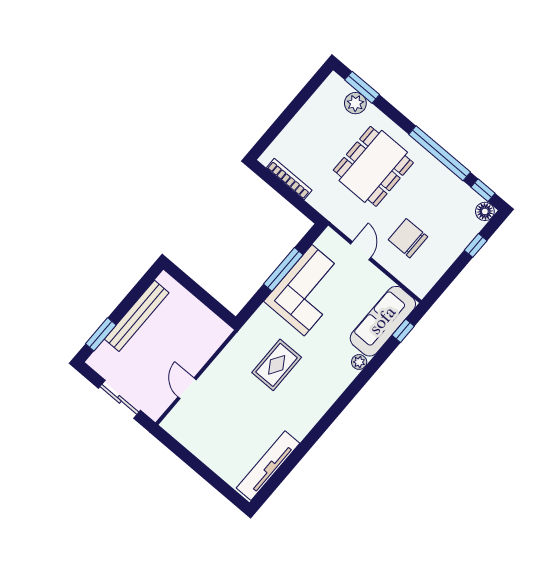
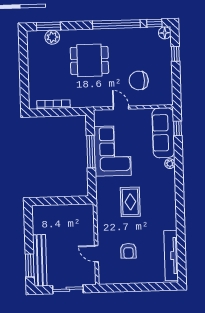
dining table: (373, 166) -> (89, 60), width x0.73
bench: (137, 316) -> (40, 260), moved
armchair: (225, 417) -> (128, 251), added

